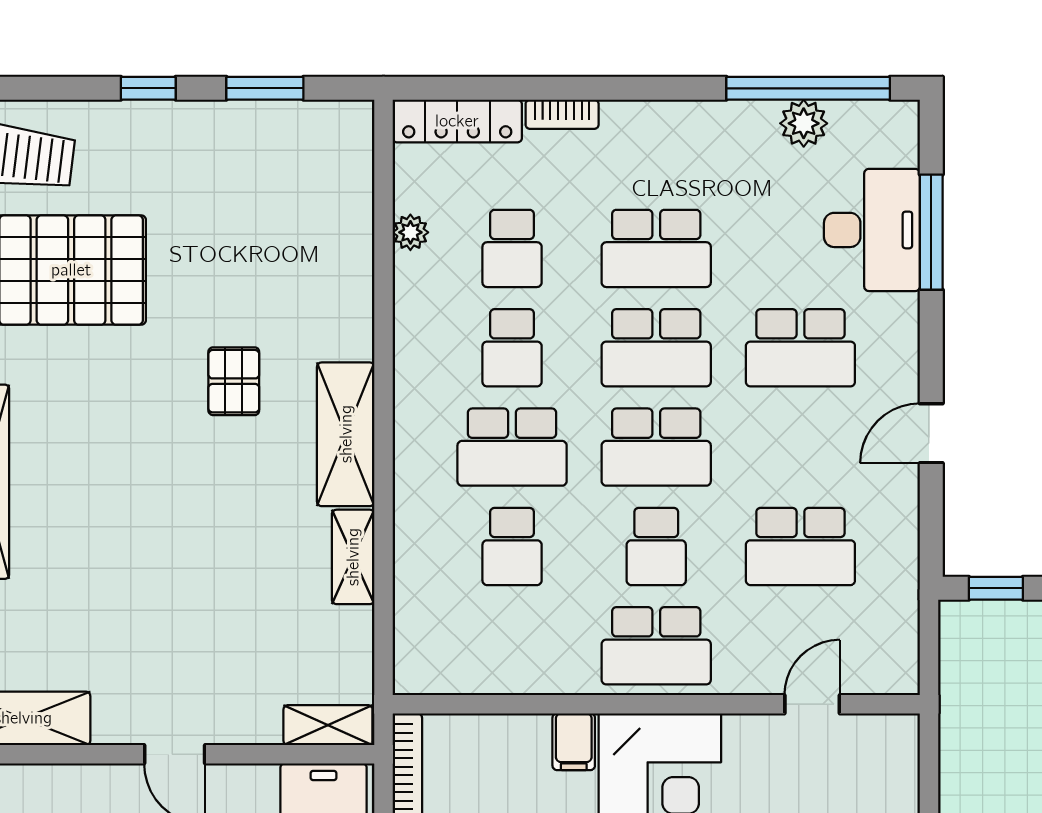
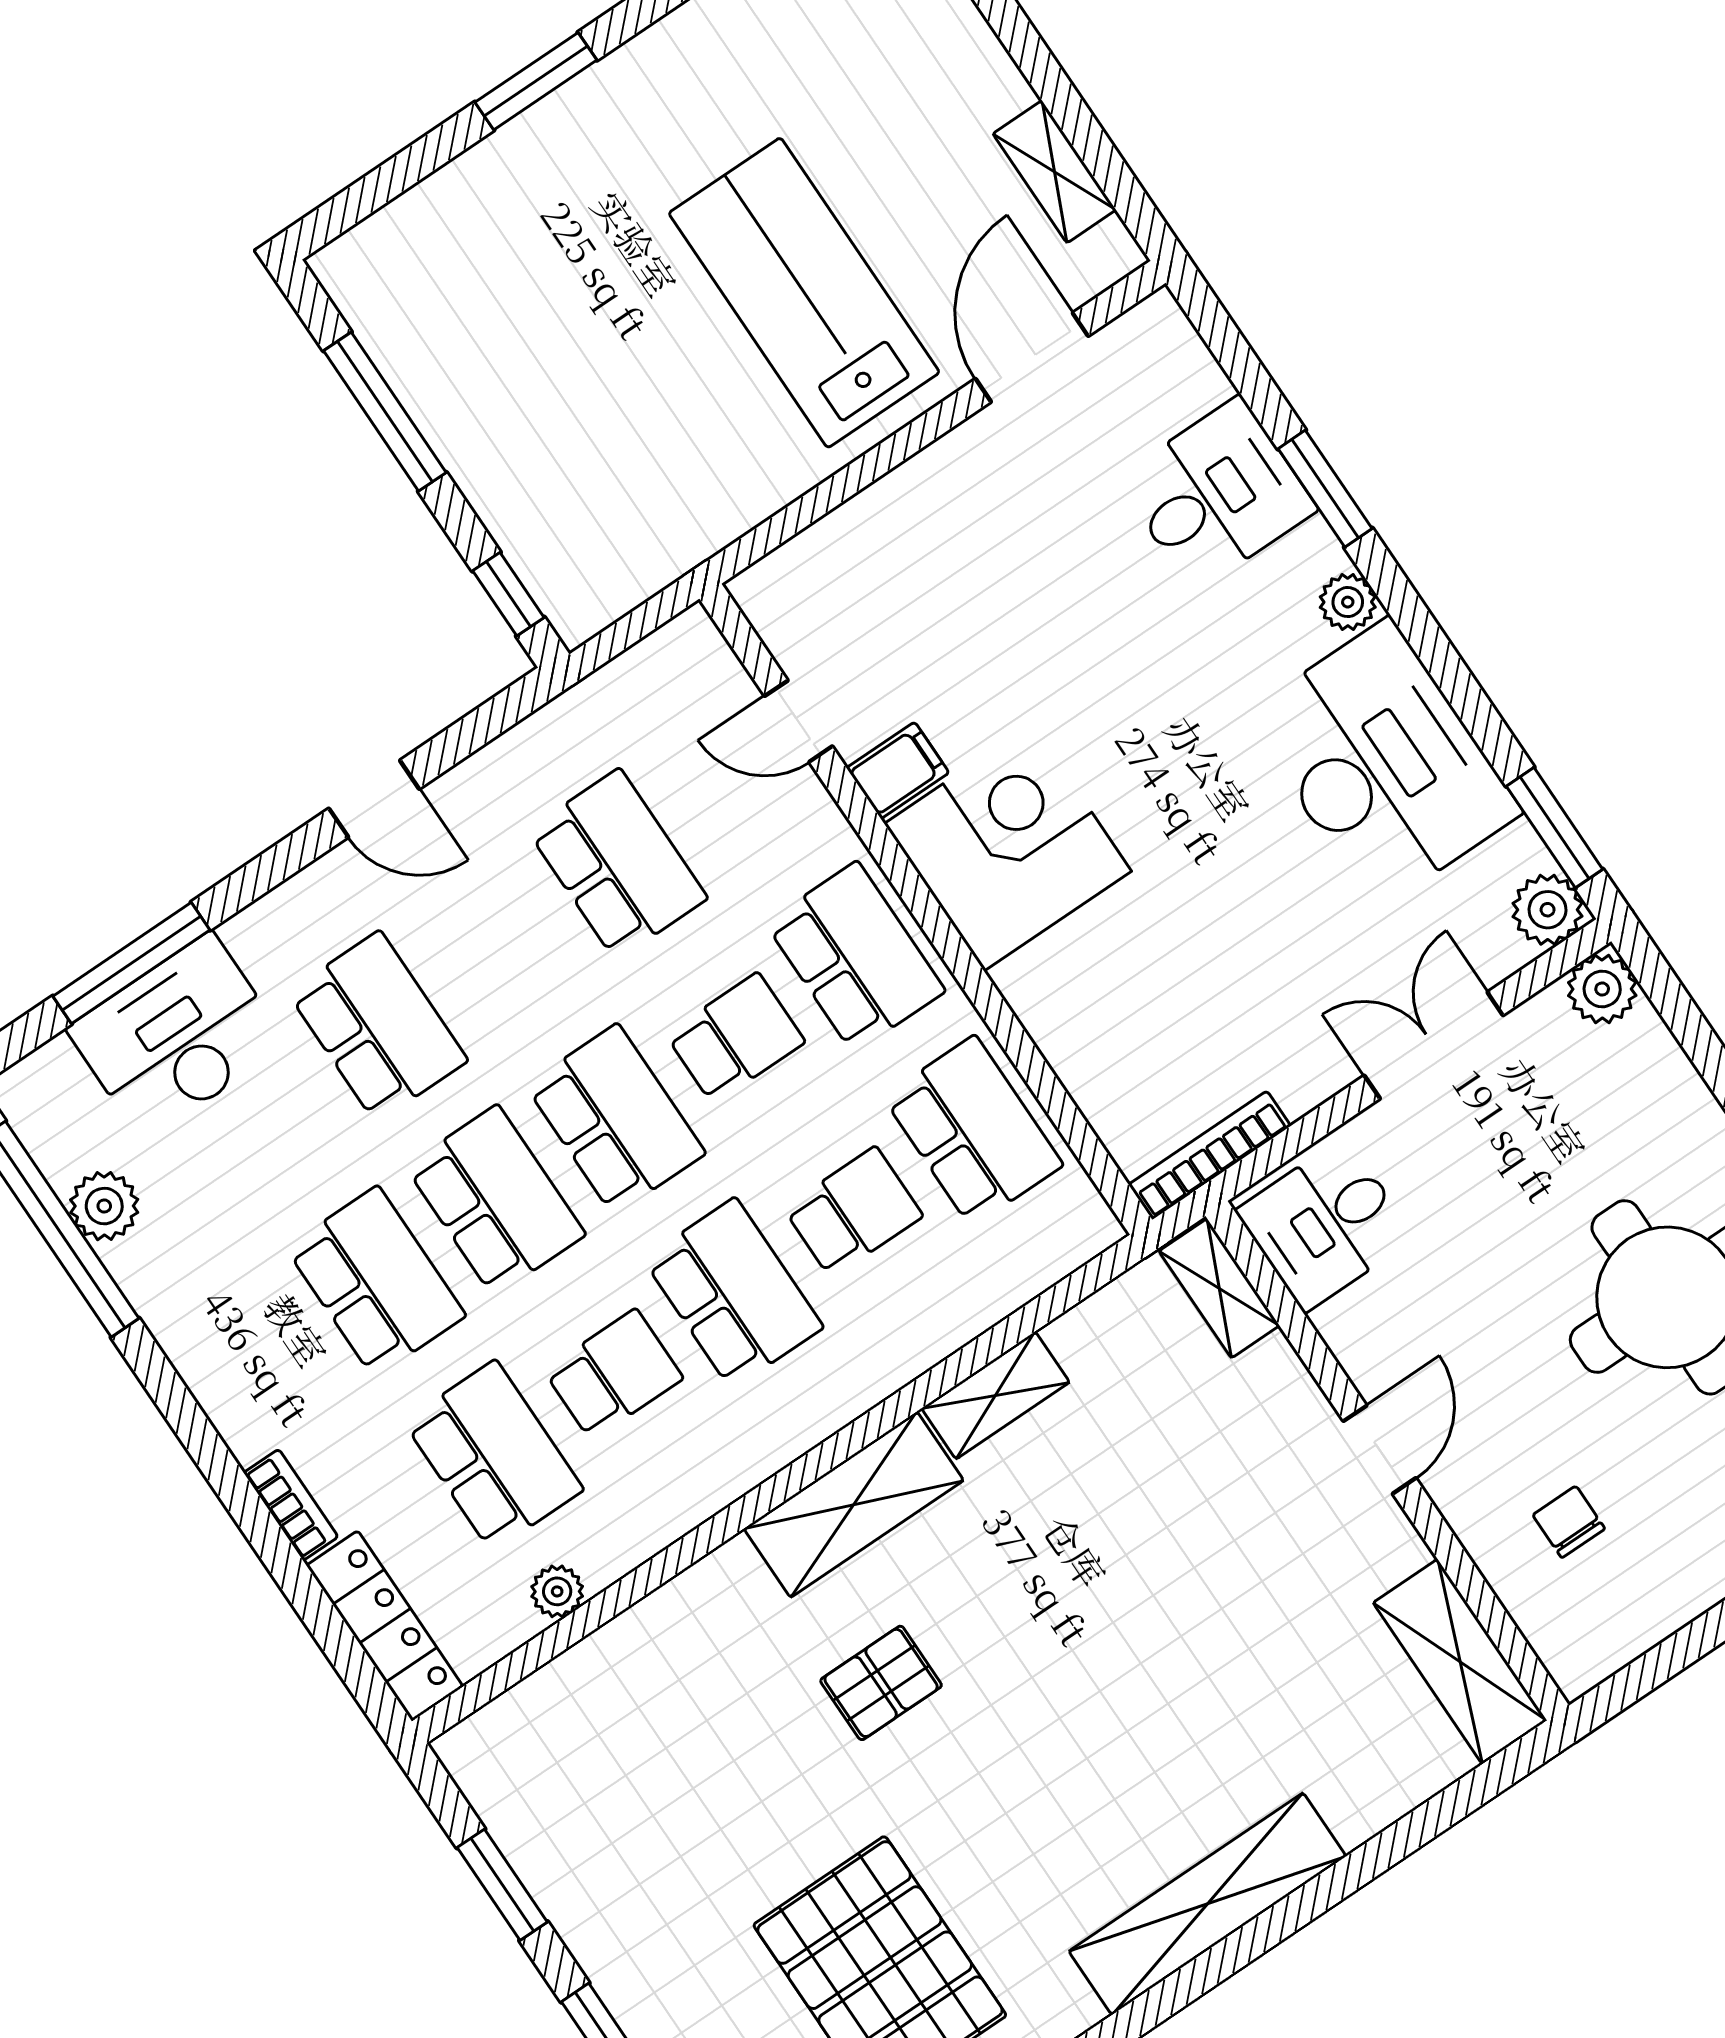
school desk: (512, 248) -> (494, 1456), width x1.85
school desk: (512, 646) -> (973, 1131), added
filing cabinet: (574, 742) -> (898, 770), moved

